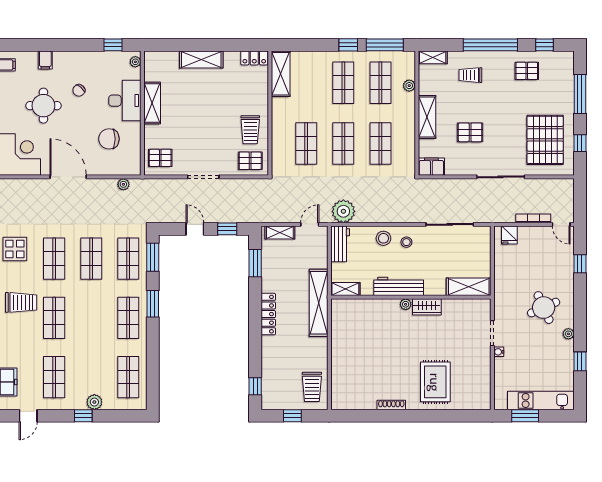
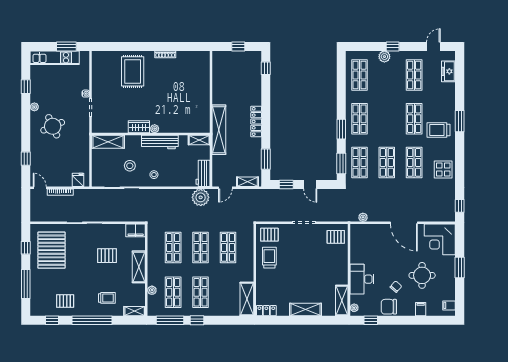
shelving: (152, 103) -> (342, 301), moved
chair: (109, 139) -> (389, 307), moved, turned 180
stool: (383, 238) -> (130, 166), moved
trolley: (312, 387) -> (224, 68), removed

